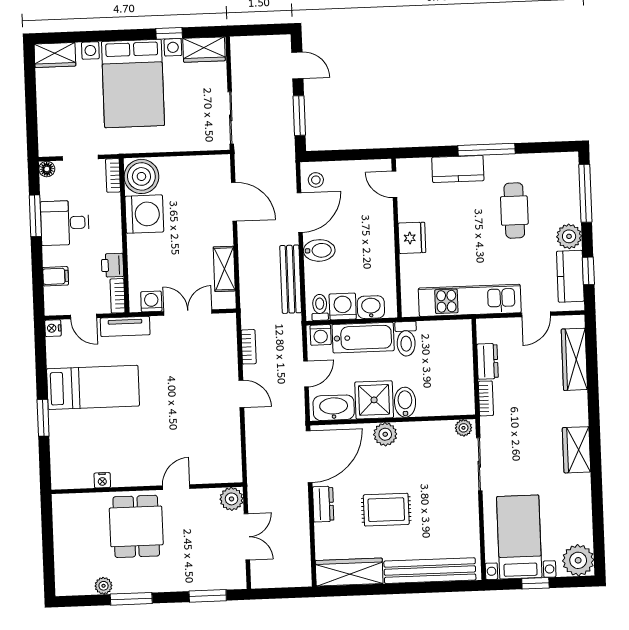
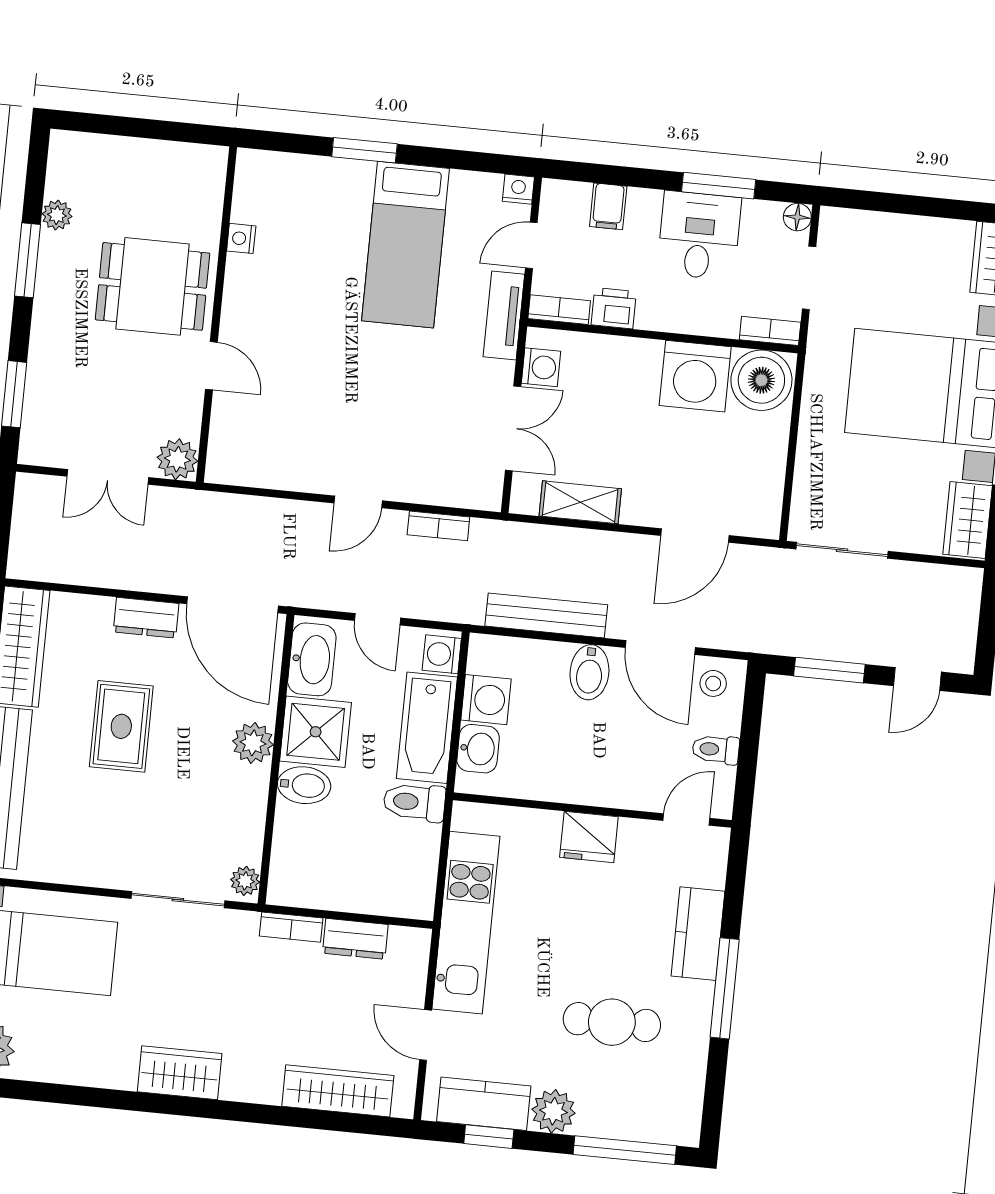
toilet: (320, 307) -> (716, 749), moved, turned 180

